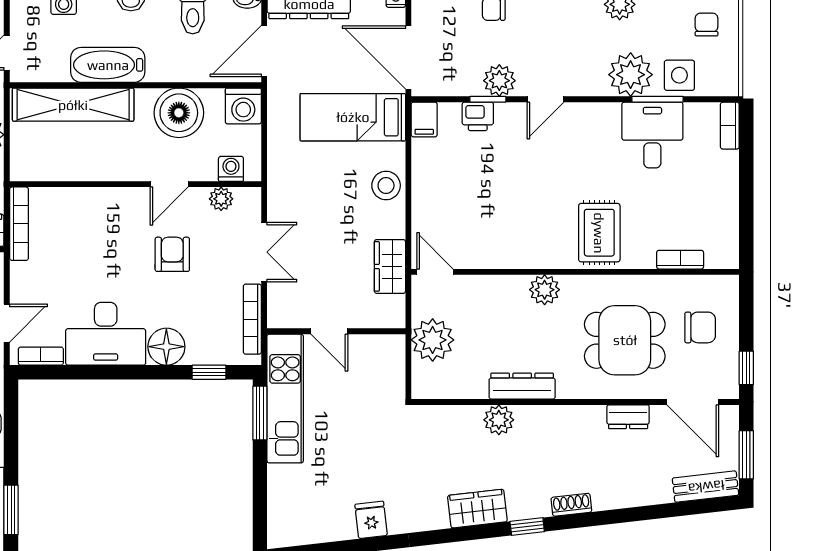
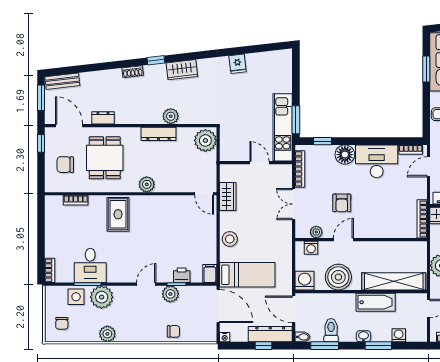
door: (264, 51) -> (294, 309), swing flipped
plant: (433, 340) -> (205, 140), moved
dining table: (625, 340) -> (105, 158), turned 90

